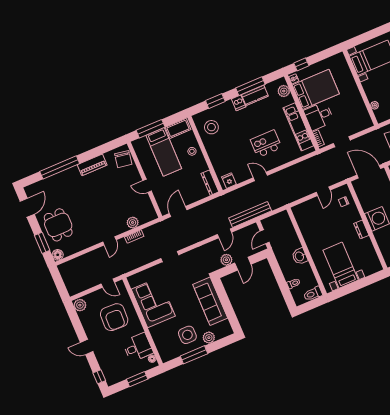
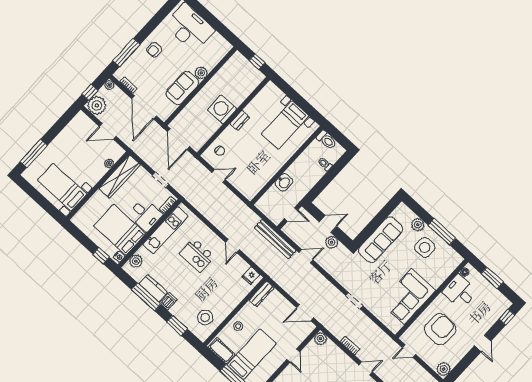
wardrobe: (360, 109) -> (120, 176), added
plant: (133, 223) -> (321, 339), moved
washbasin: (300, 256) -> (284, 182), moved
door: (108, 283) -> (409, 351), swing flipped

